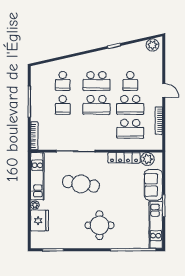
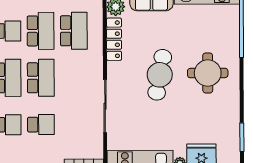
cafe table: (81, 184) -> (160, 75), moved

